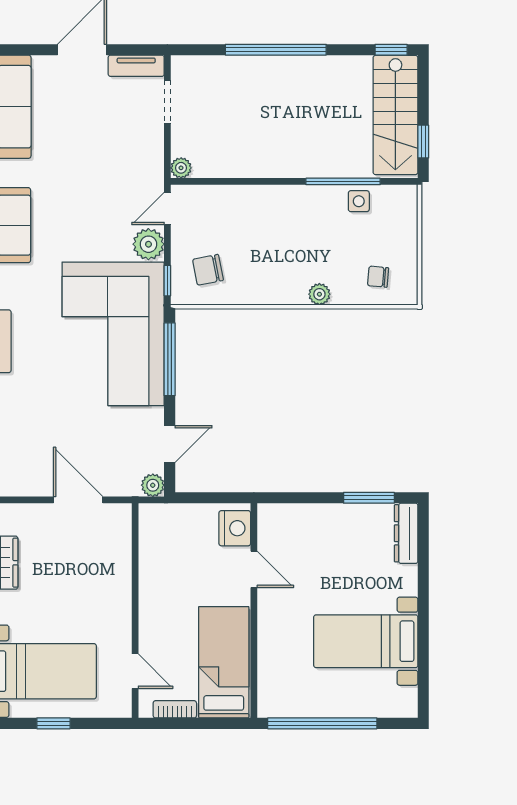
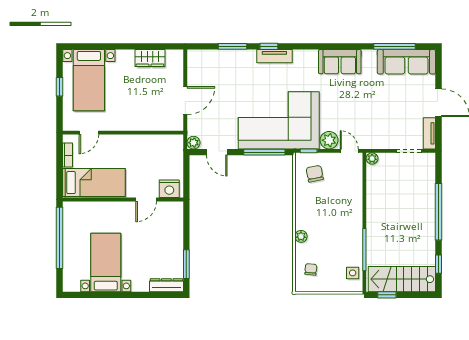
window: (391, 50) -> (438, 264), moved
side table: (359, 201) -> (353, 273), moved

